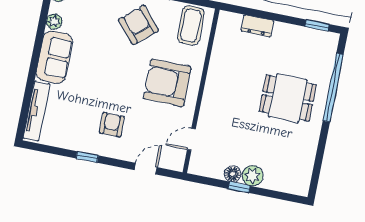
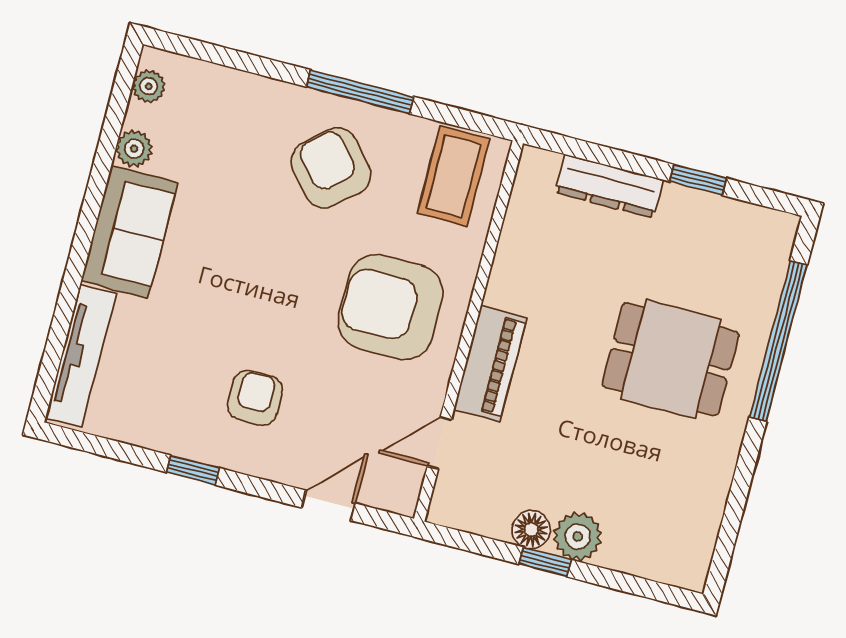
window: (317, 25) -> (698, 180), moved
dresser: (257, 26) -> (609, 186), width x1.44
piano: (211, 104) -> (490, 364), added

